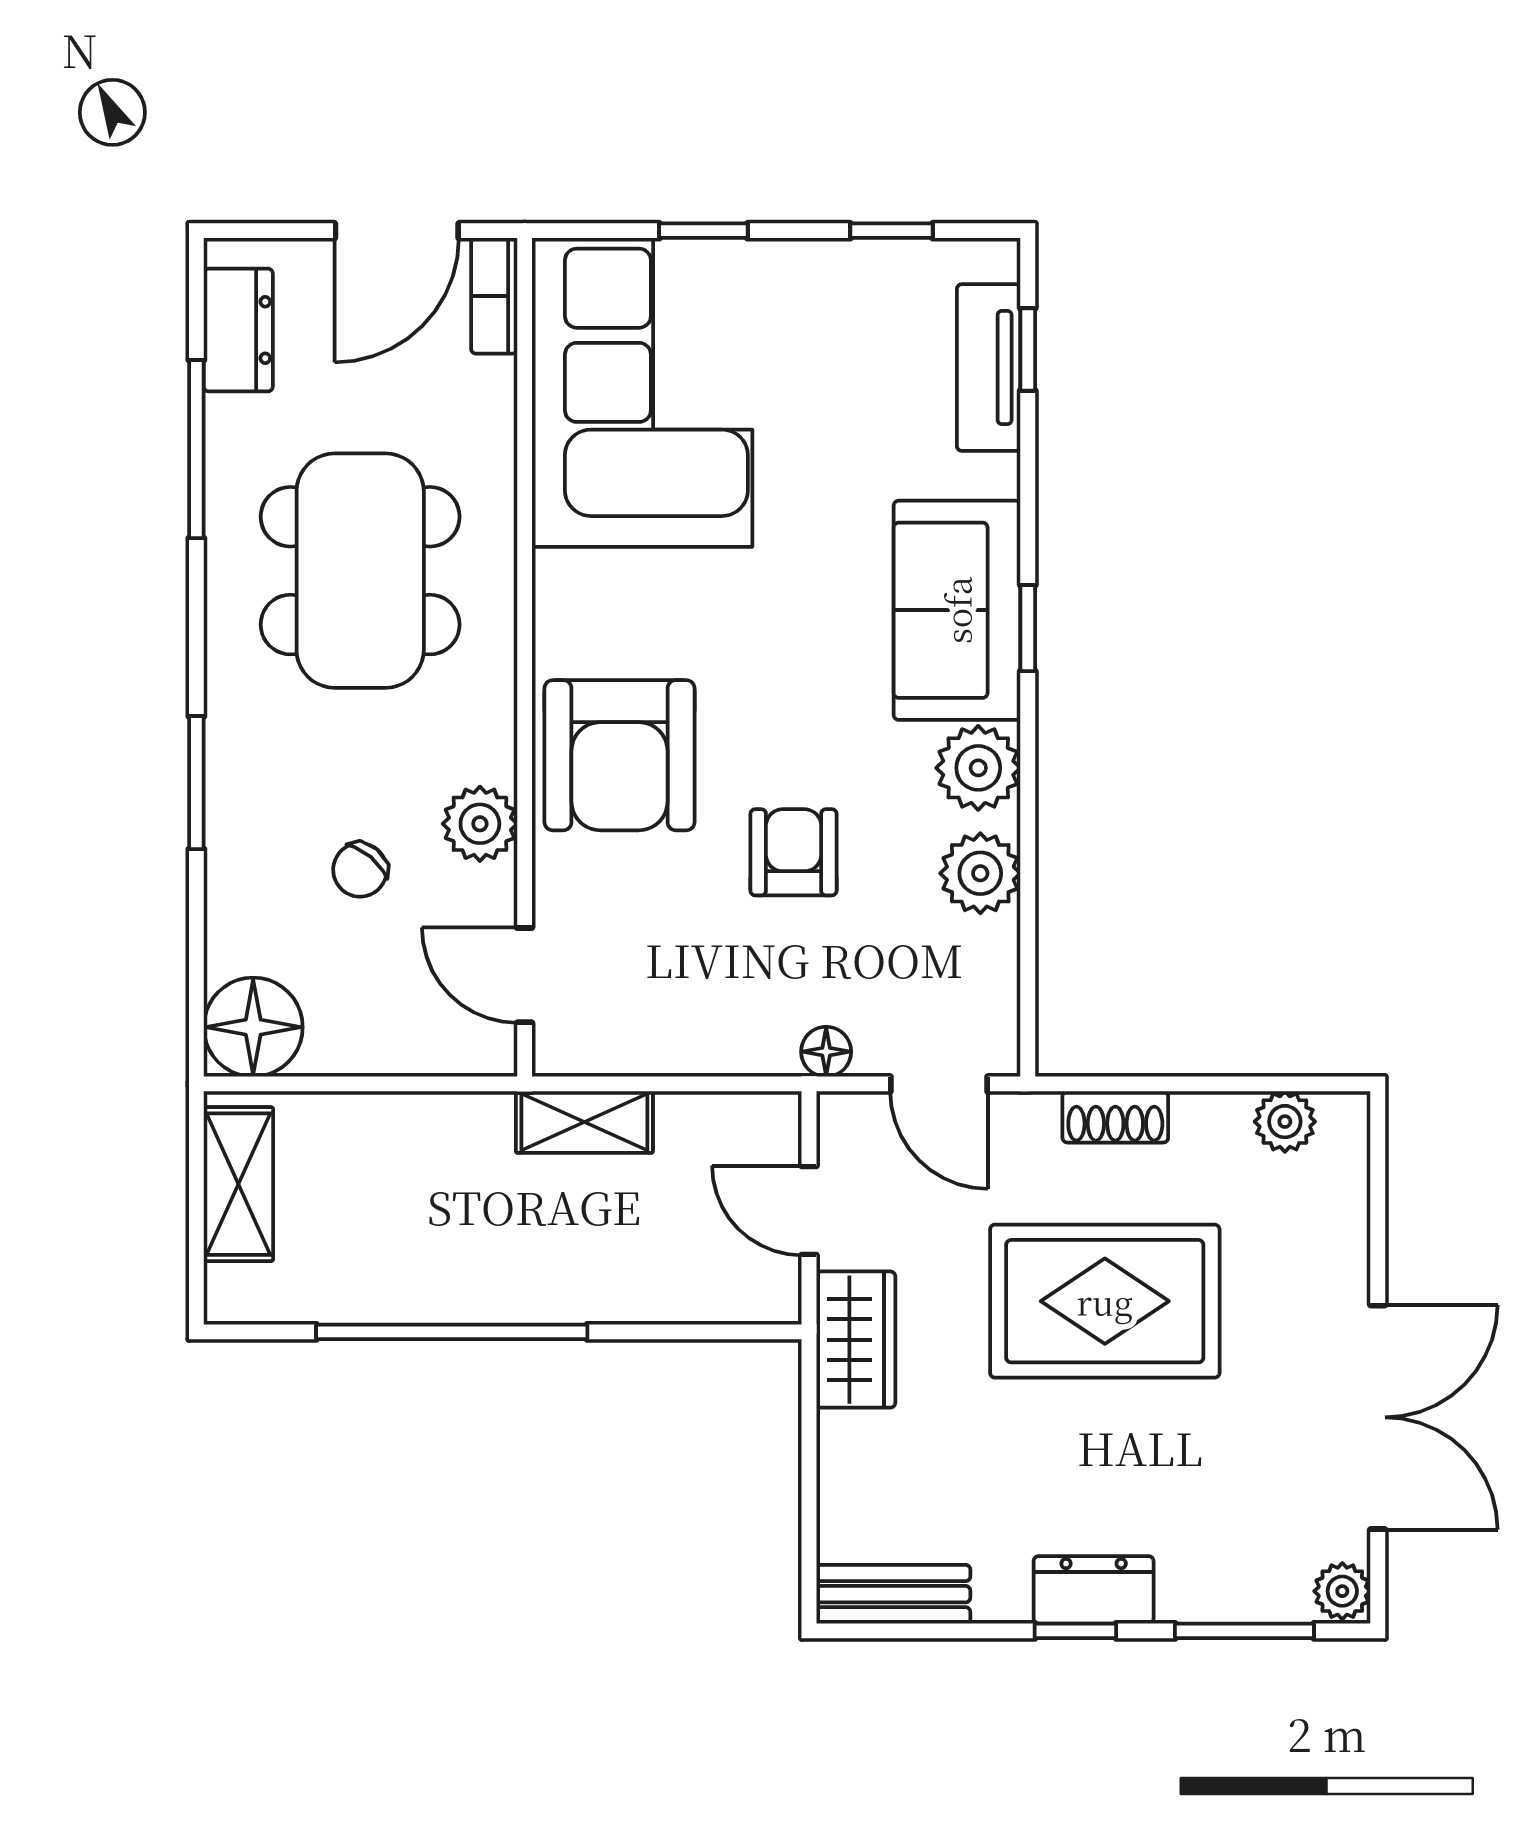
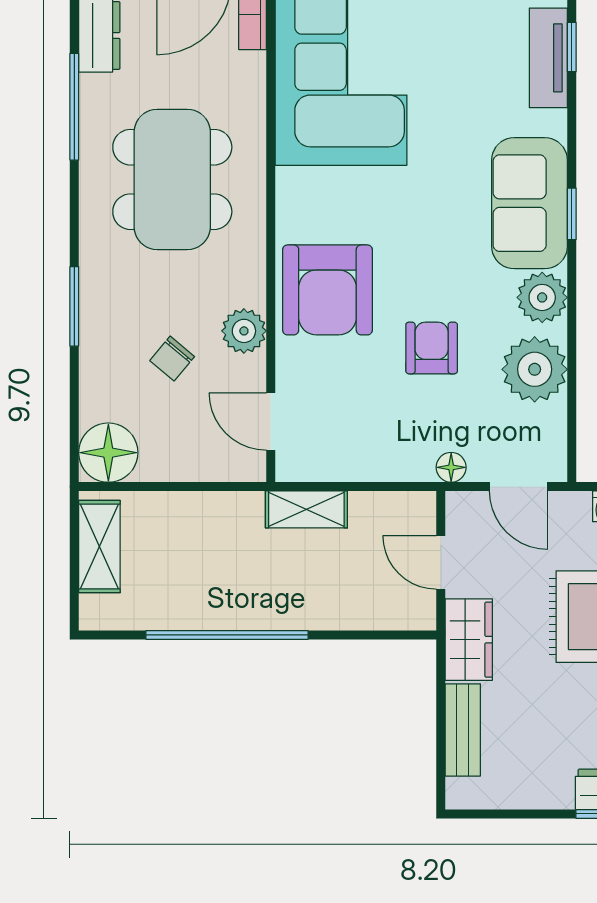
plant: (980, 873) -> (535, 369), width x1.36, depth x1.36
bench: (893, 1594) -> (463, 730), moved, turned 90

